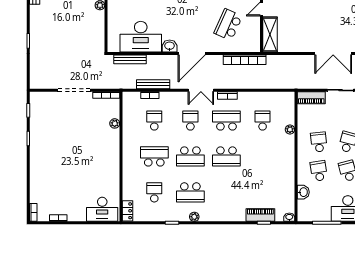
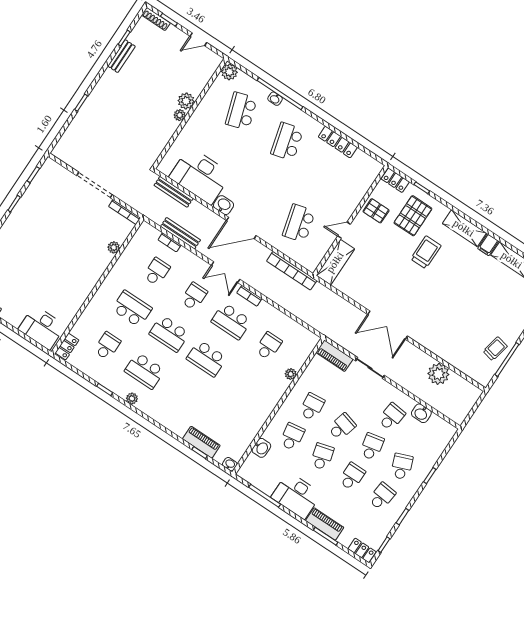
school desk: (228, 25) -> (299, 223), turned -39
school desk: (226, 121) -> (231, 321), turned 180

